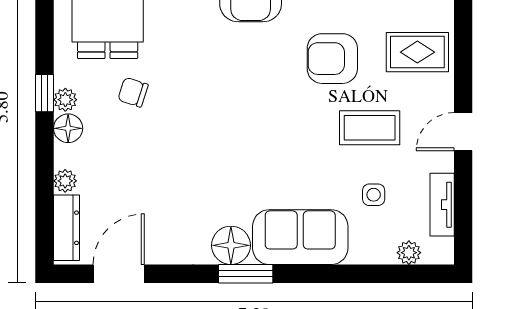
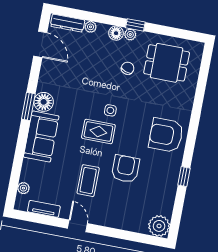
rug: (417, 52) -> (98, 131), moved, turned 90
side table: (374, 195) -> (110, 110), moved

